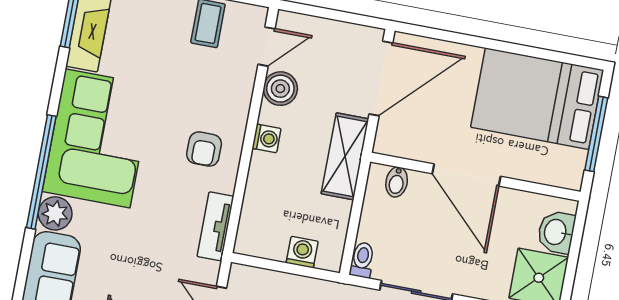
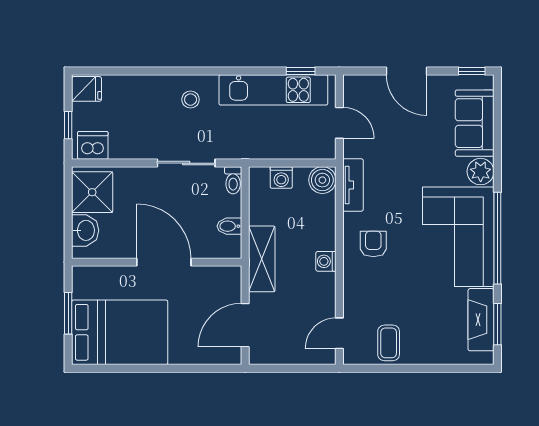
door: (381, 78) -> (245, 325), width x0.73
boiler: (280, 89) -> (322, 180), moved
window: (596, 134) -> (68, 313), width x0.69
window: (41, 172) -> (497, 238), moved
bidet: (397, 182) -> (229, 226), moved, turned -90

